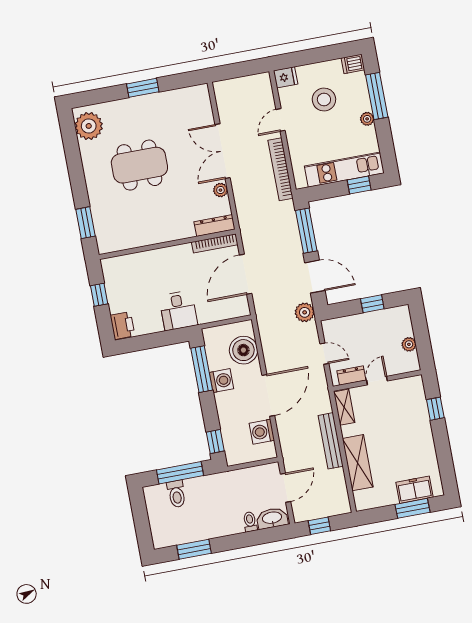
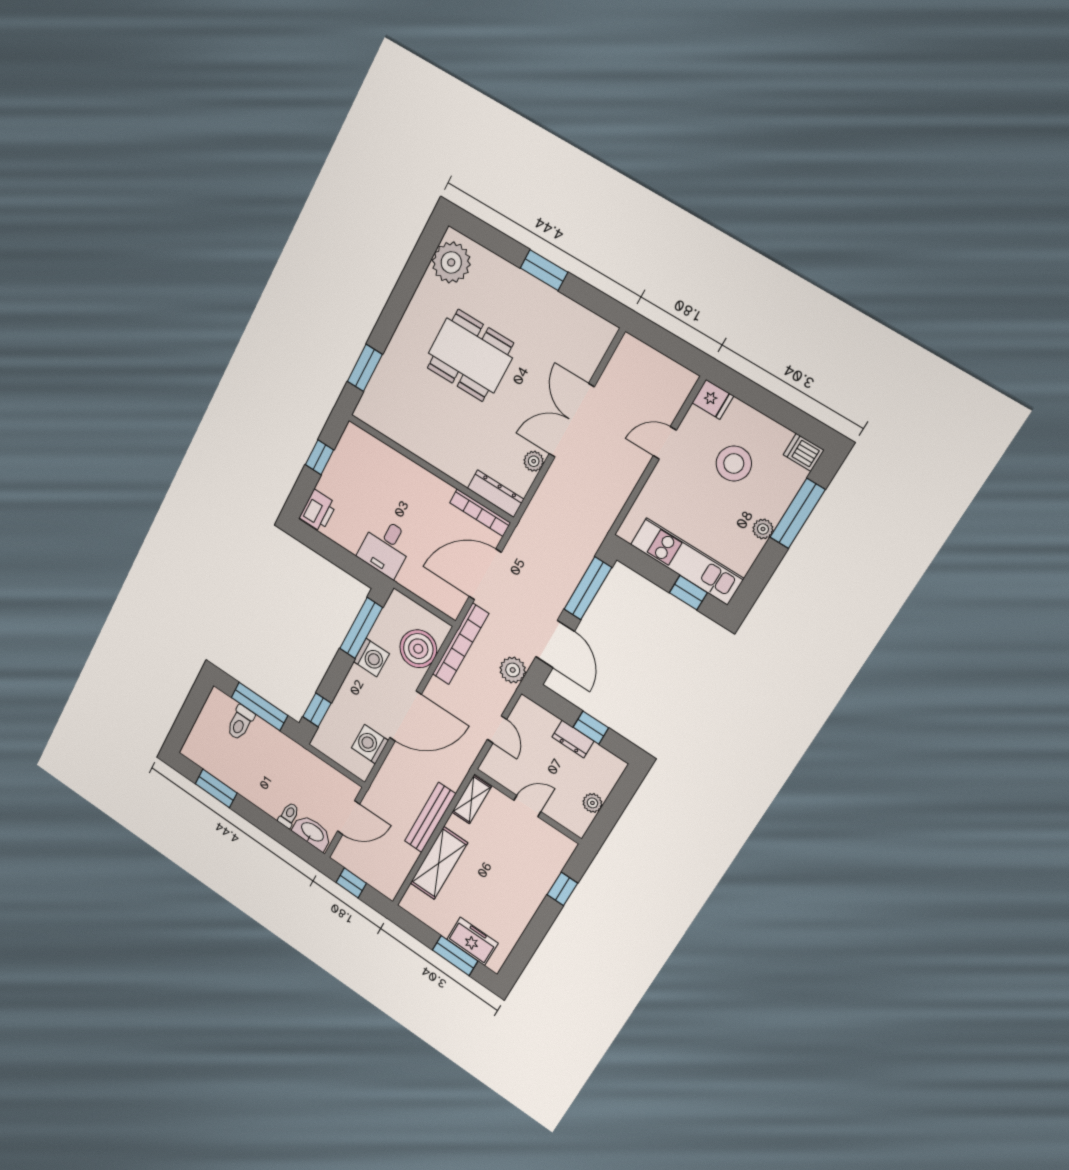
bookcase: (280, 169) -> (461, 644), moved, turned 180
dresser: (351, 376) -> (573, 739), moved, turned 180

